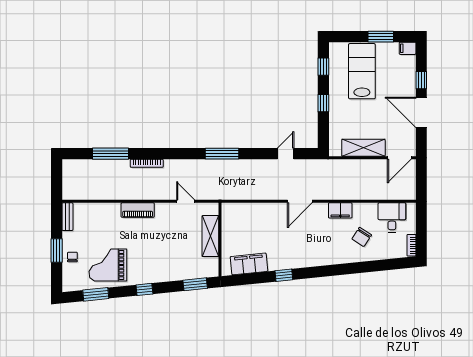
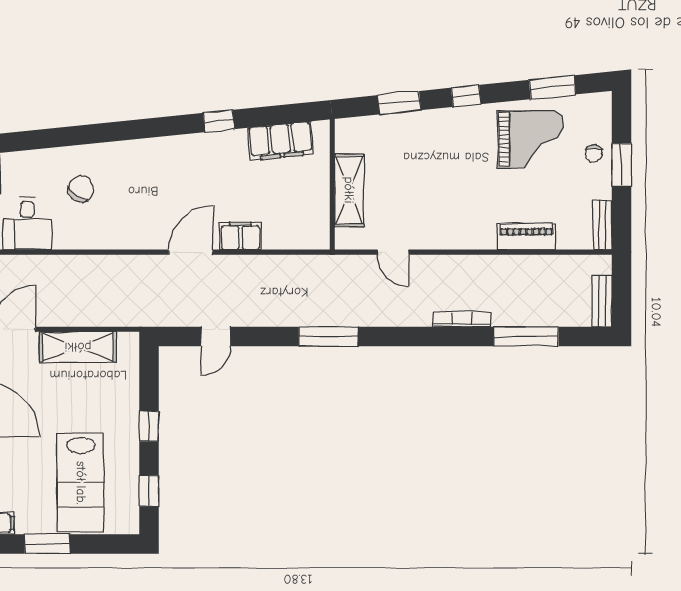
bench: (68, 174) -> (602, 301), added
piano: (138, 210) -> (526, 237), moved
filing cabinet: (340, 210) -> (240, 236), moved
window: (195, 284) -> (399, 103), moved

